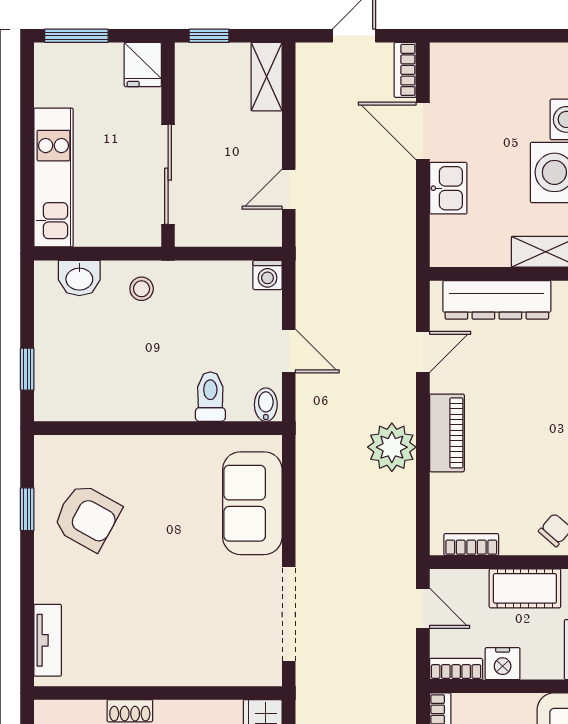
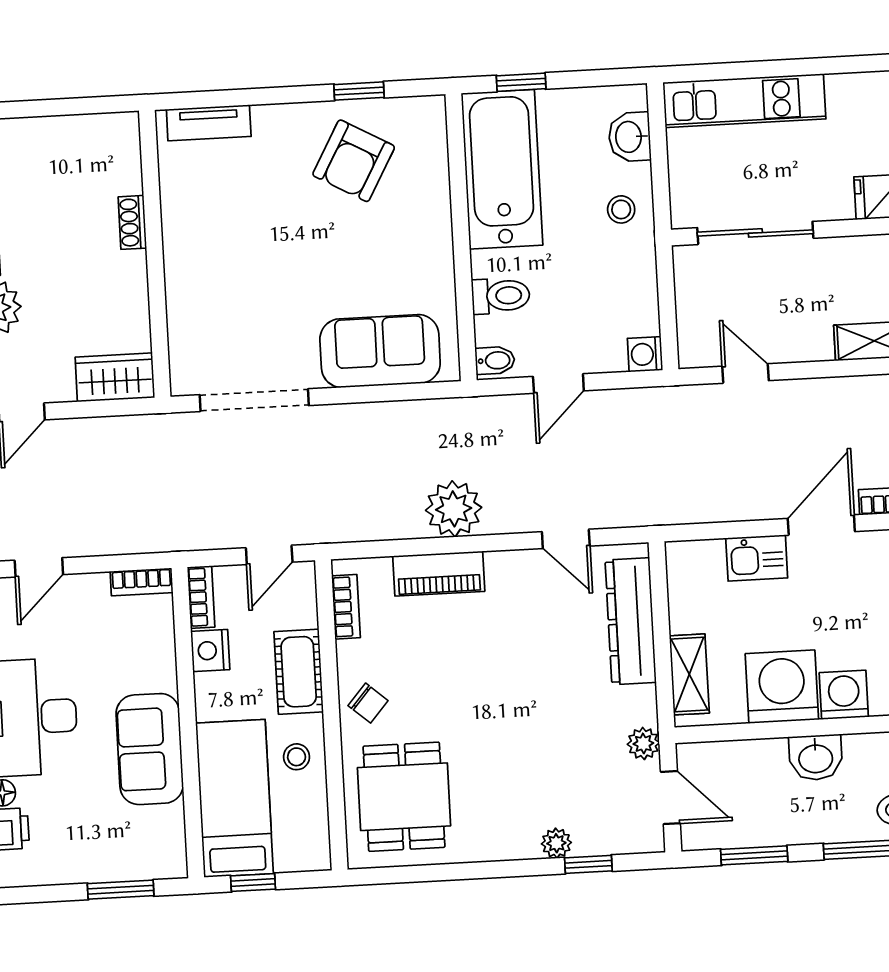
bathtub: (101, 390) -> (502, 169), added
piano: (447, 433) -> (439, 574), moved

